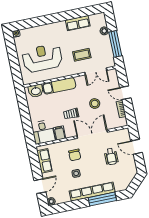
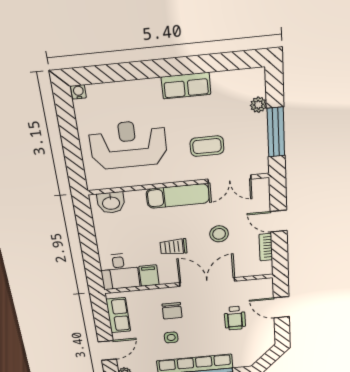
row of seats: (78, 23) -> (186, 86), moved
exam couch: (59, 86) -> (178, 196), moved

